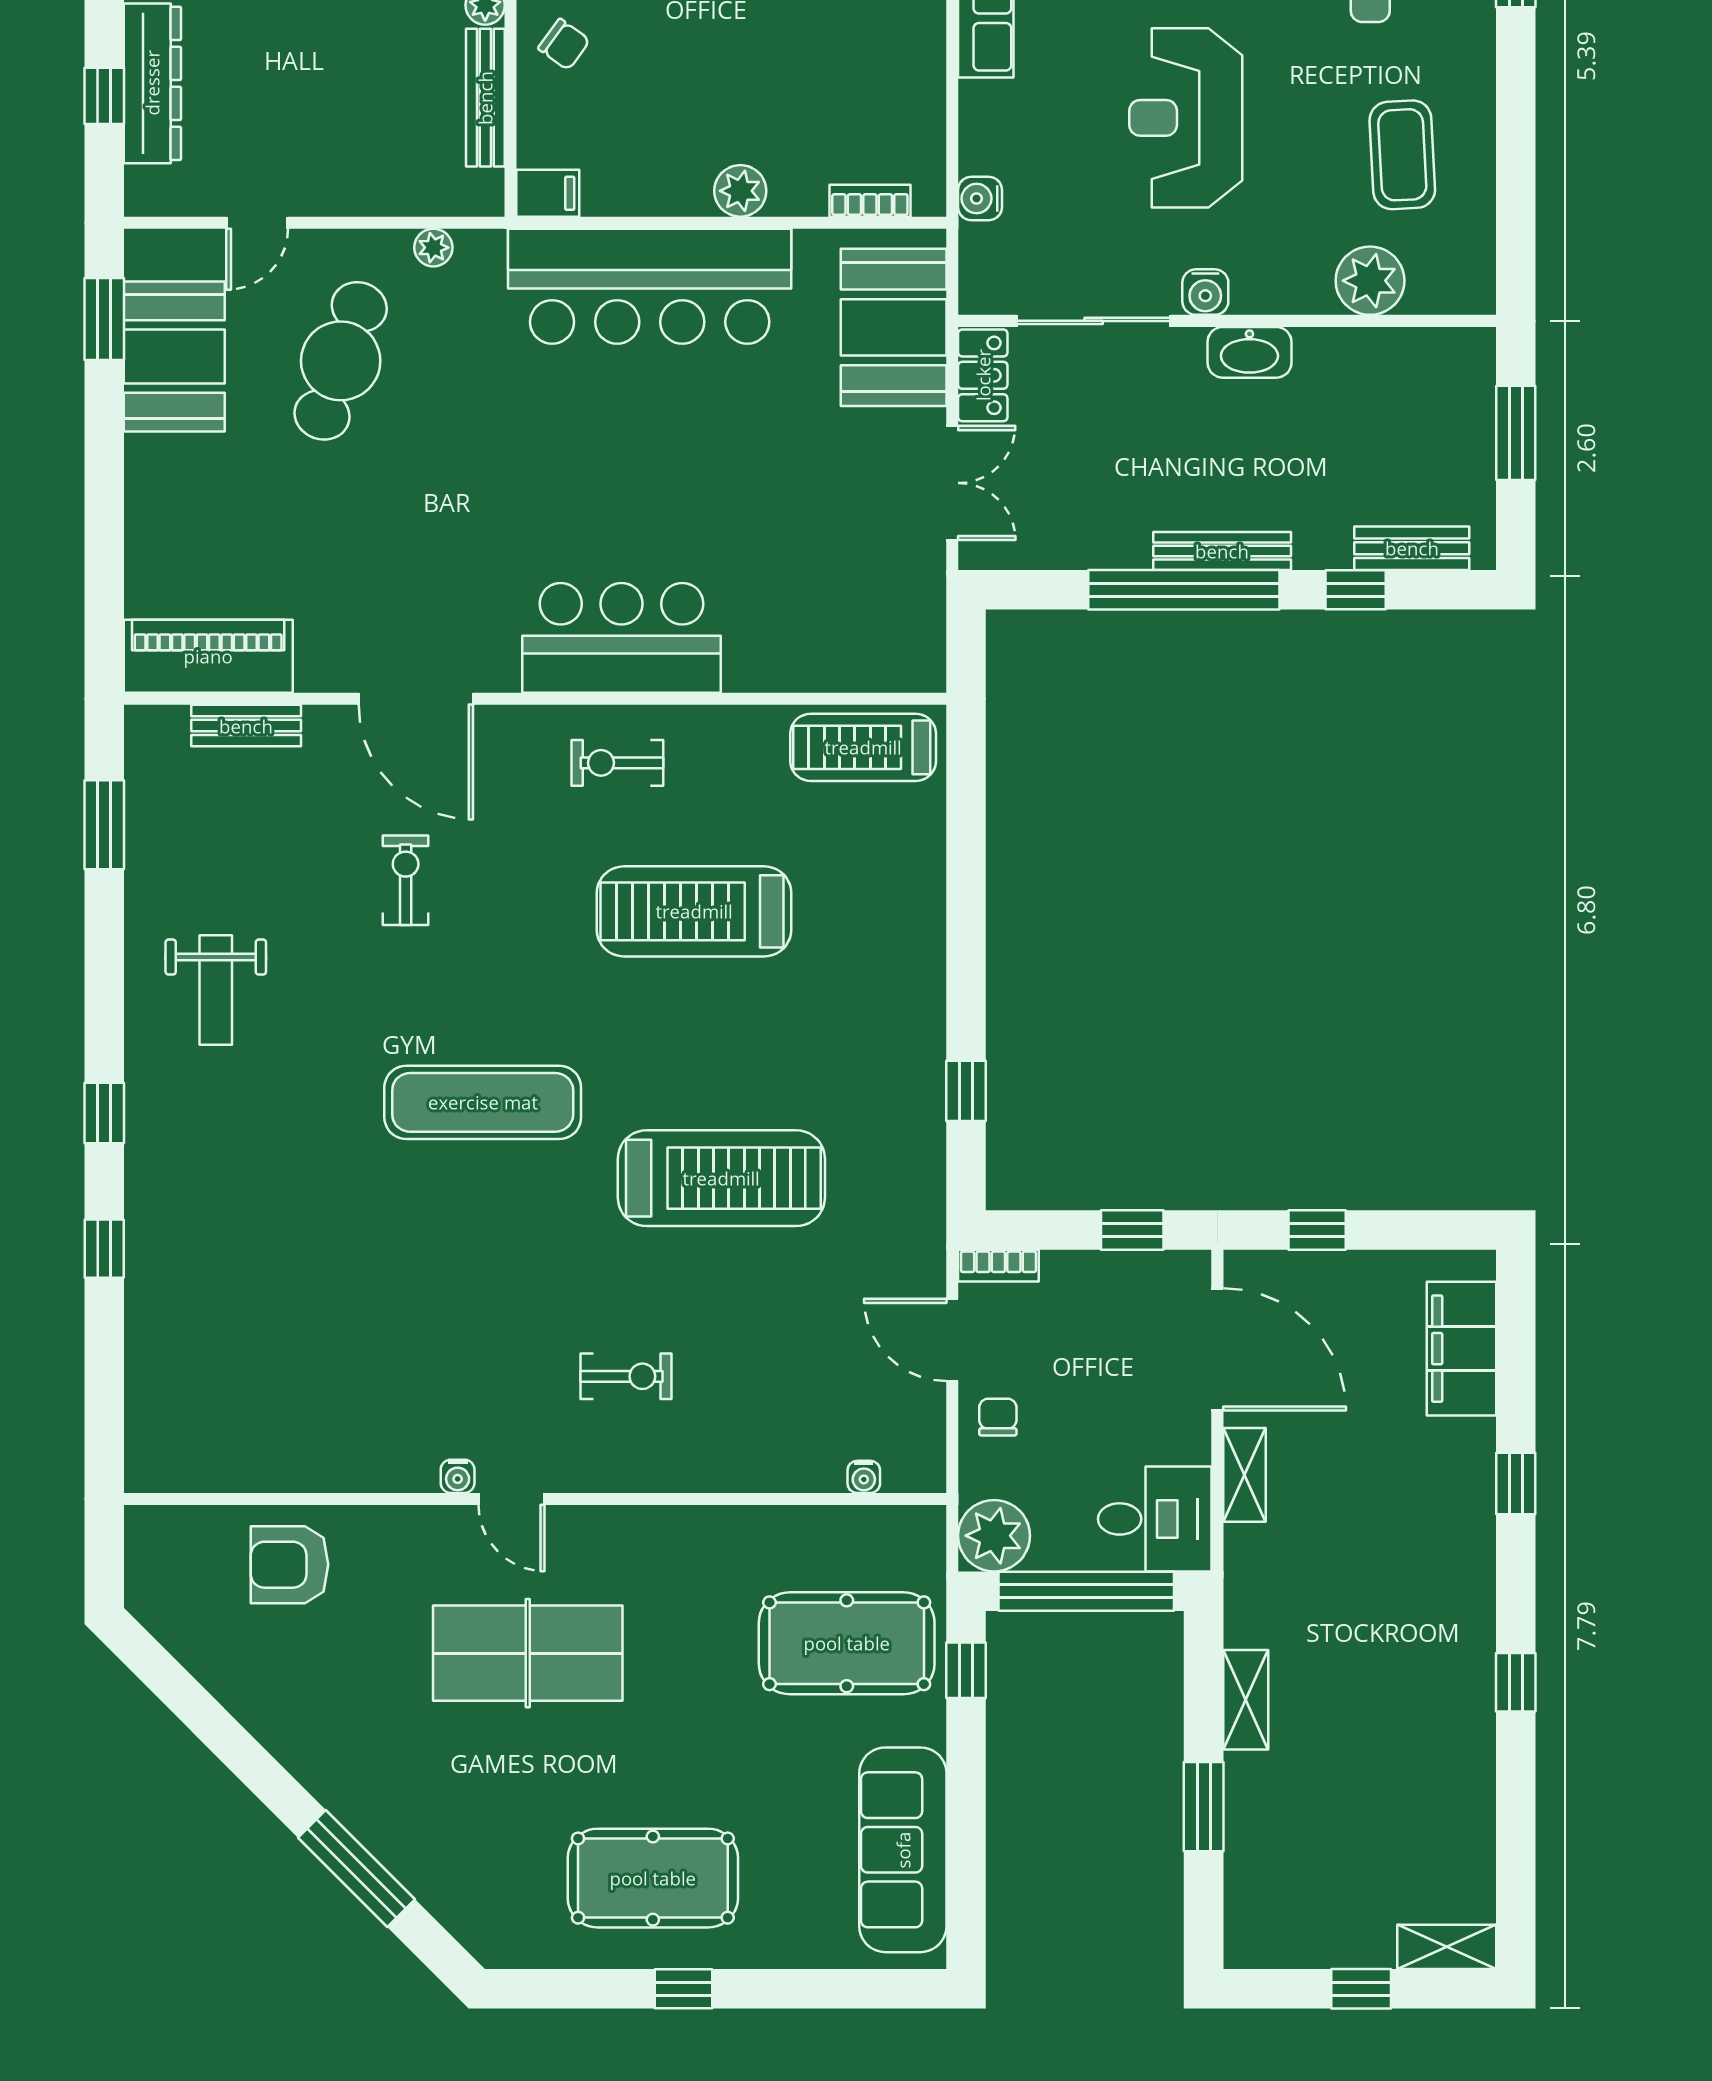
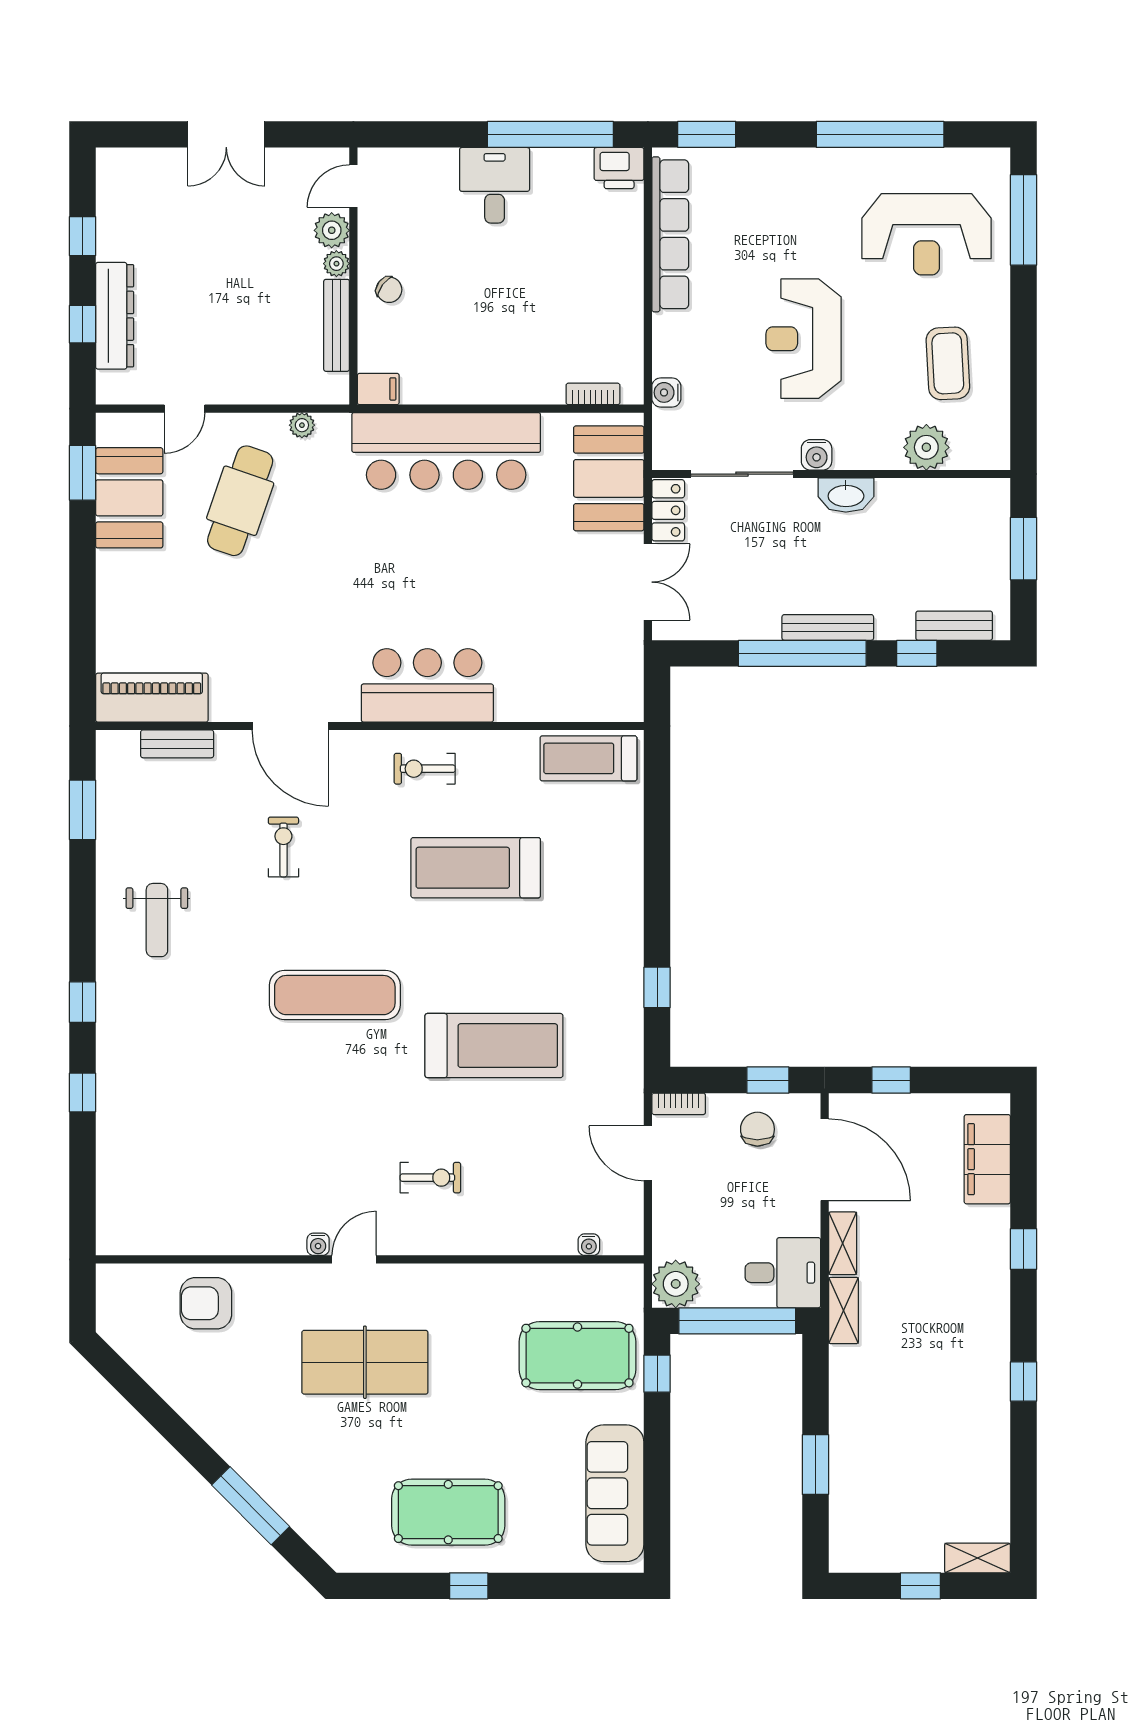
plant: (740, 191) -> (507, 387), removed
chair: (998, 1417) -> (757, 1129), moved, width x1.37, depth x1.37
door: (512, 1499) -> (354, 1259), swing flipped
shelving: (1246, 1700) -> (843, 1310), moved

